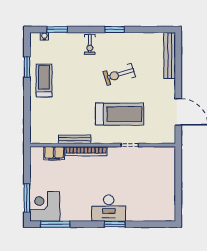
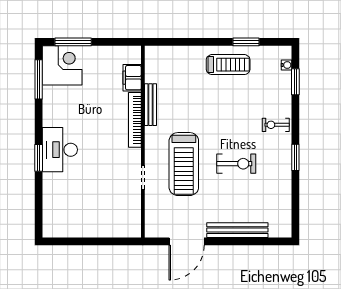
bench: (170, 55) -> (237, 230), moved
exercise bike: (119, 74) -> (236, 164), turned 107

